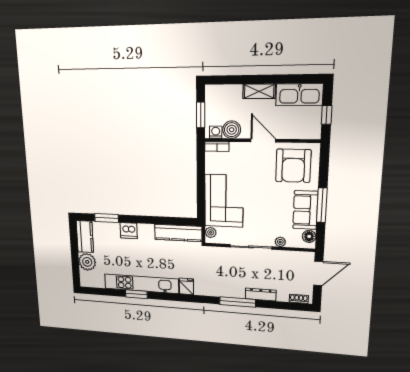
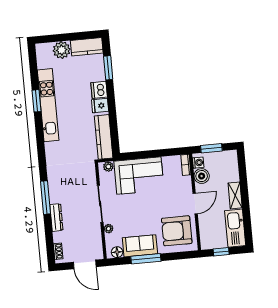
fridge: (186, 286) -> (100, 106), moved, turned 180

